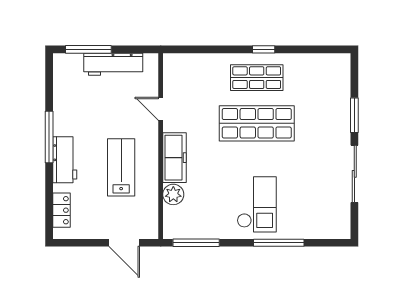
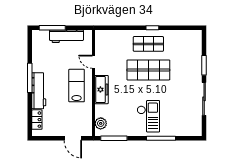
workbench: (65, 160) -> (39, 91), width x1.37
lab bench: (121, 167) -> (77, 86), moved
plant: (173, 194) -> (101, 123), moved

